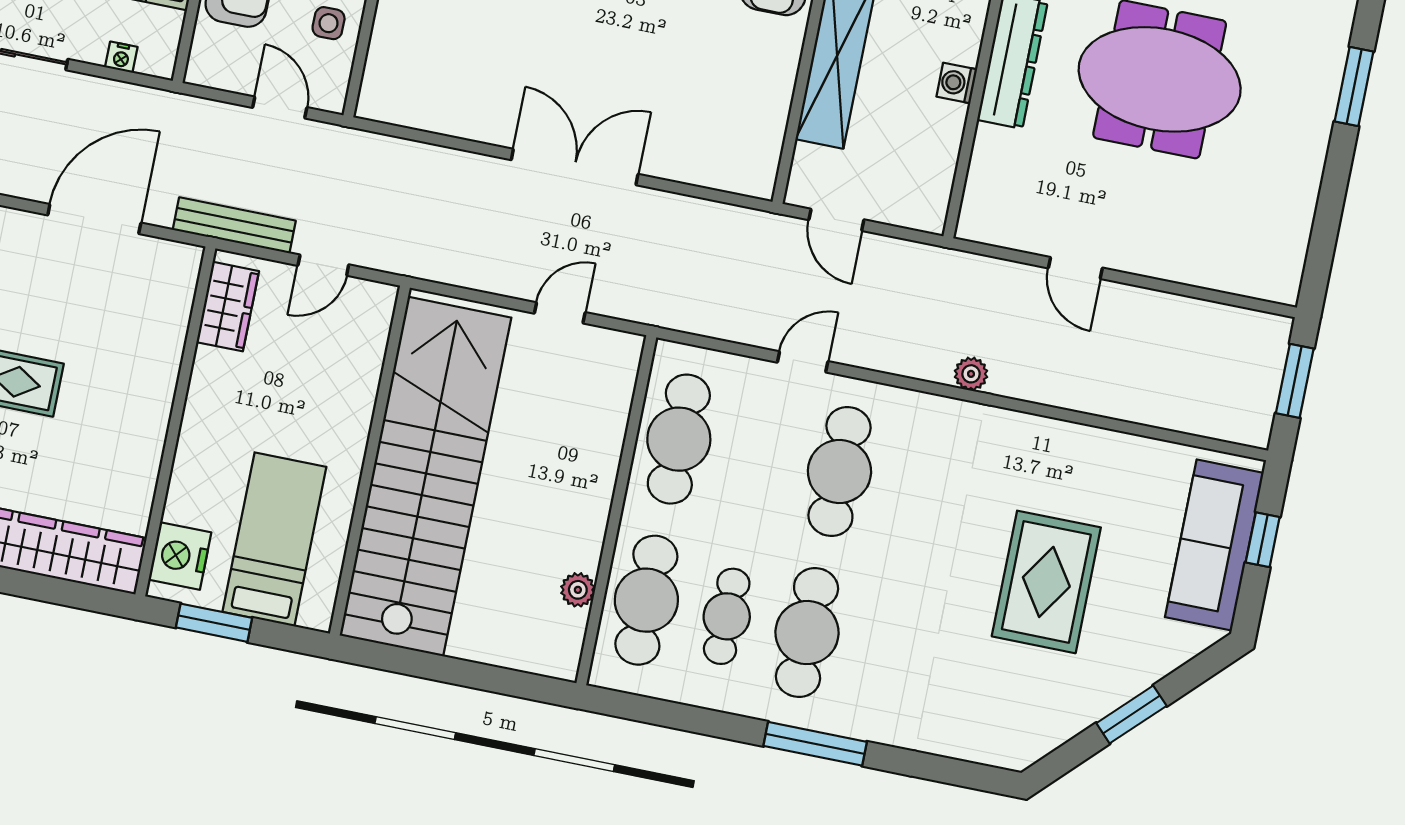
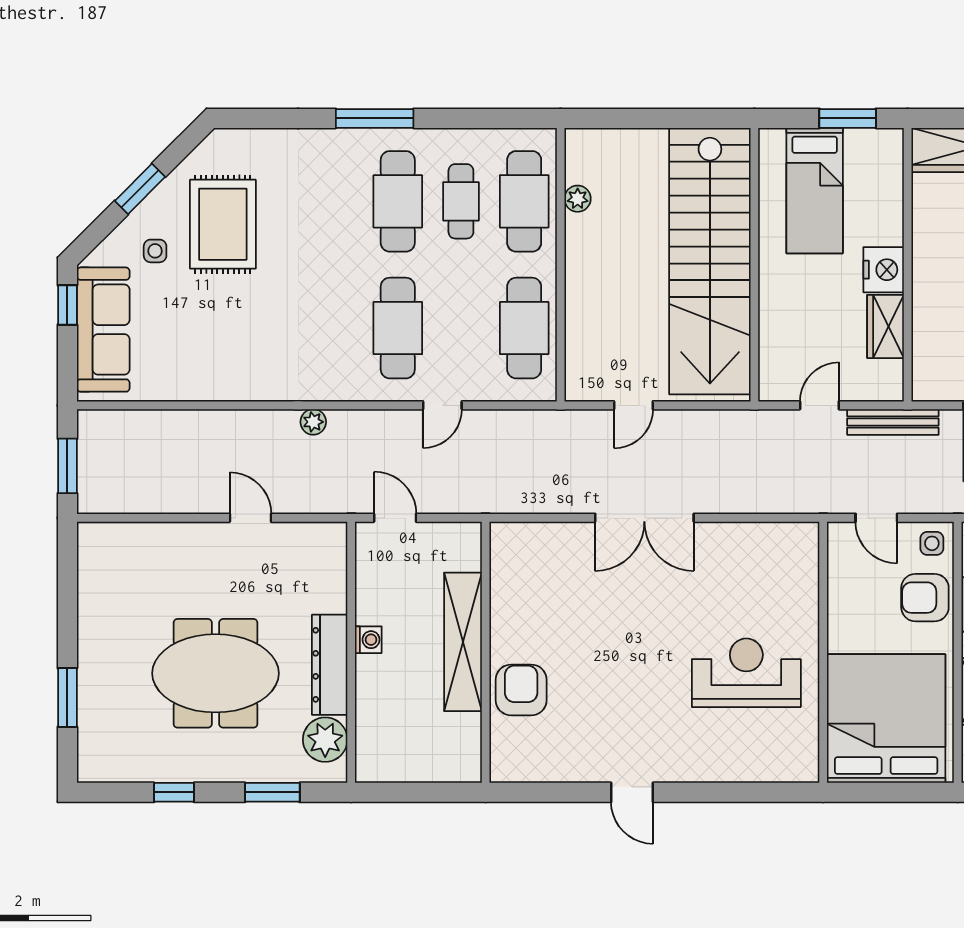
side table: (329, 23) -> (932, 543), moved
door: (836, 220) -> (395, 518), moved
wardrobe: (228, 307) -> (885, 326), moved
window: (1263, 540) -> (67, 305), moved
nightstand: (180, 556) -> (884, 270), moved
rug: (1046, 582) -> (223, 224), moved
side table: (1128, 632) -> (155, 251), added

